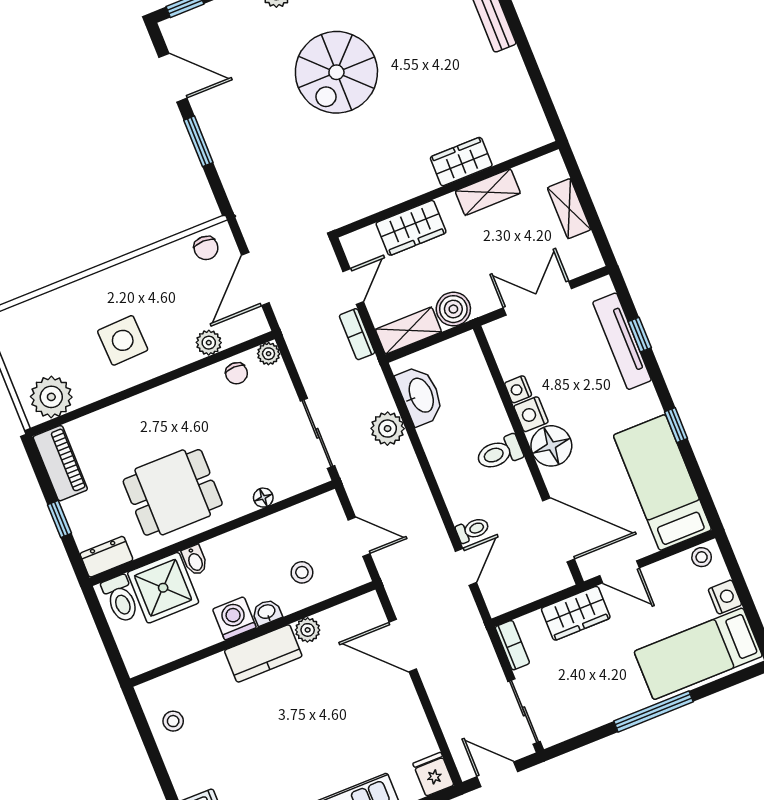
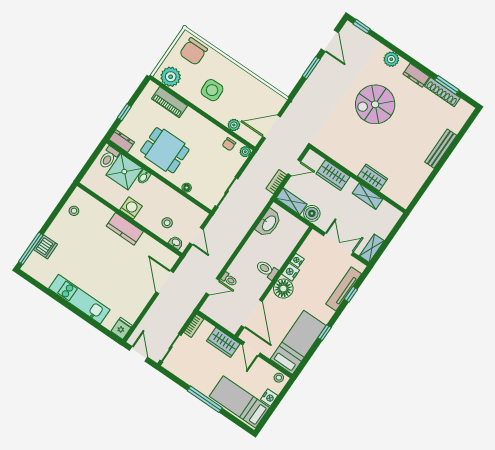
shelving: (569, 209) -> (372, 248), moved
chair: (206, 248) -> (193, 51), moved, width x1.87, depth x1.87
plant: (388, 429) -> (247, 219), removed
piano: (60, 463) -> (169, 102), moved, turned 90
washbasin: (267, 612) -> (176, 243), moved
plant: (308, 630) -> (146, 240), removed

